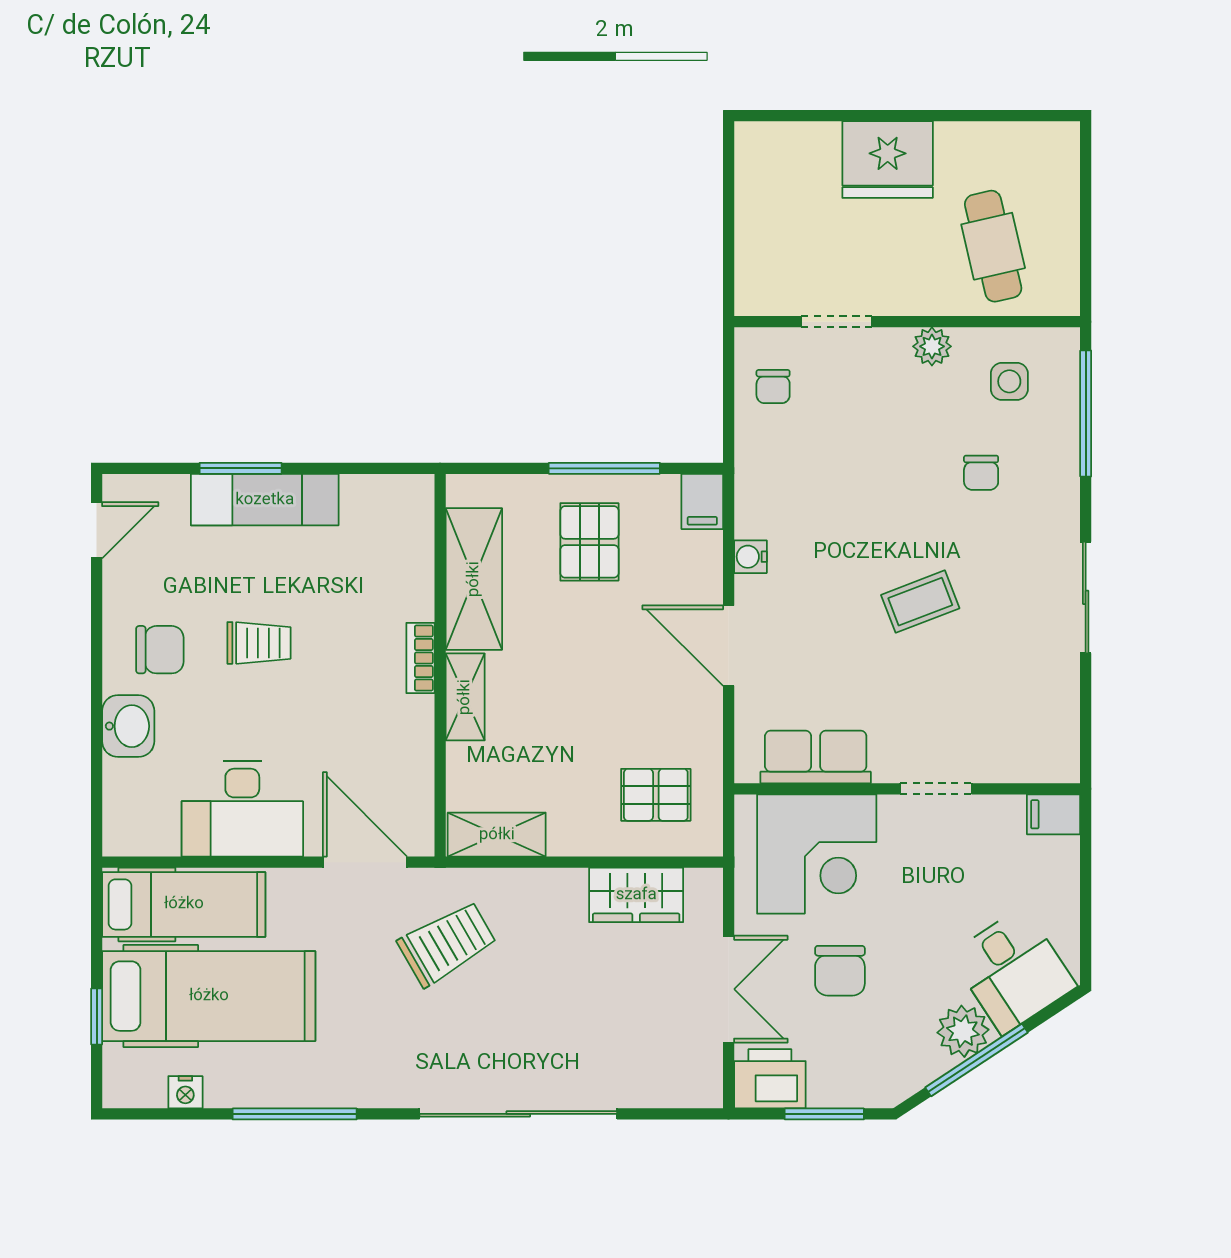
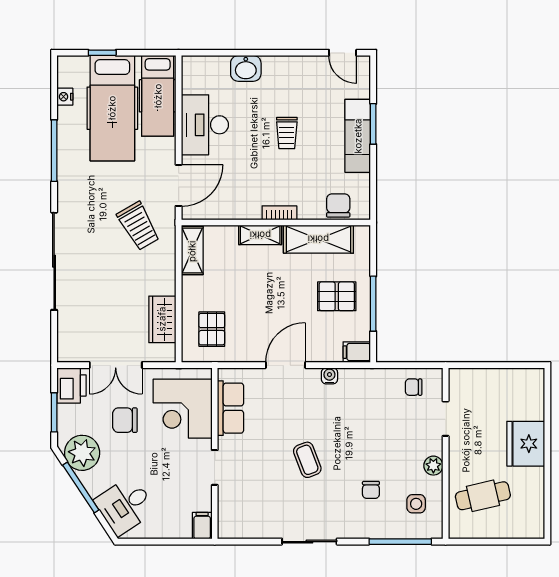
chair: (981, 473) -> (371, 490), turned -90
chair: (160, 650) -> (338, 206), moved, turned 180
plant: (963, 1031) -> (82, 453), moved, width x1.36, depth x1.36

